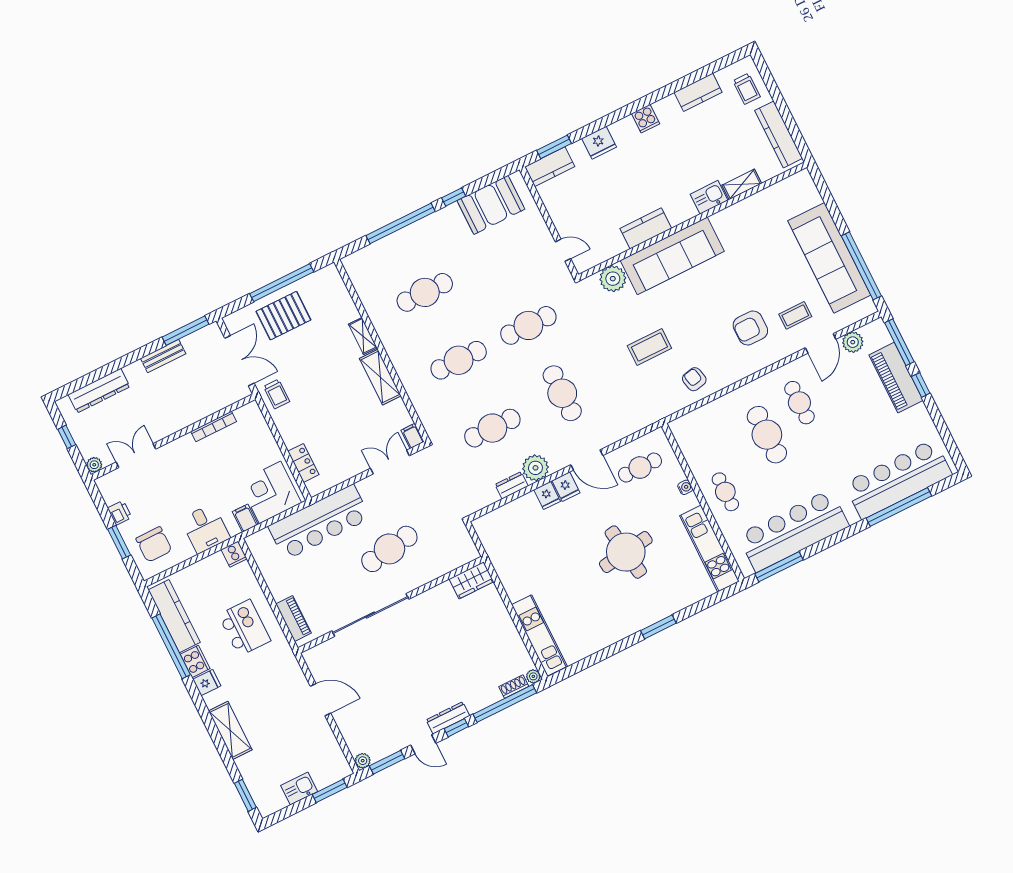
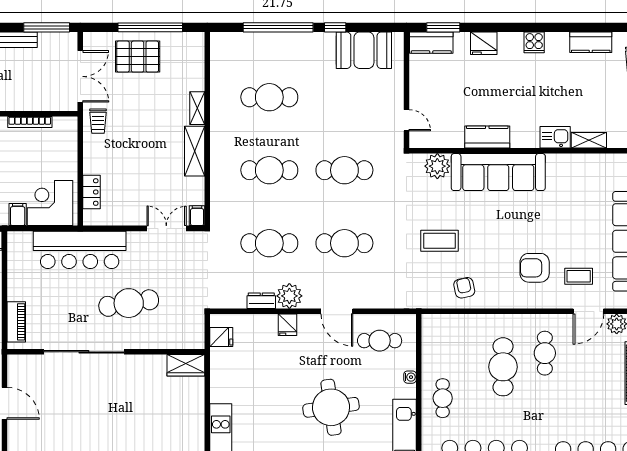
cafe table: (562, 393) -> (344, 243), turned 90
fridge: (566, 487) -> (221, 337), moved, turned -90

